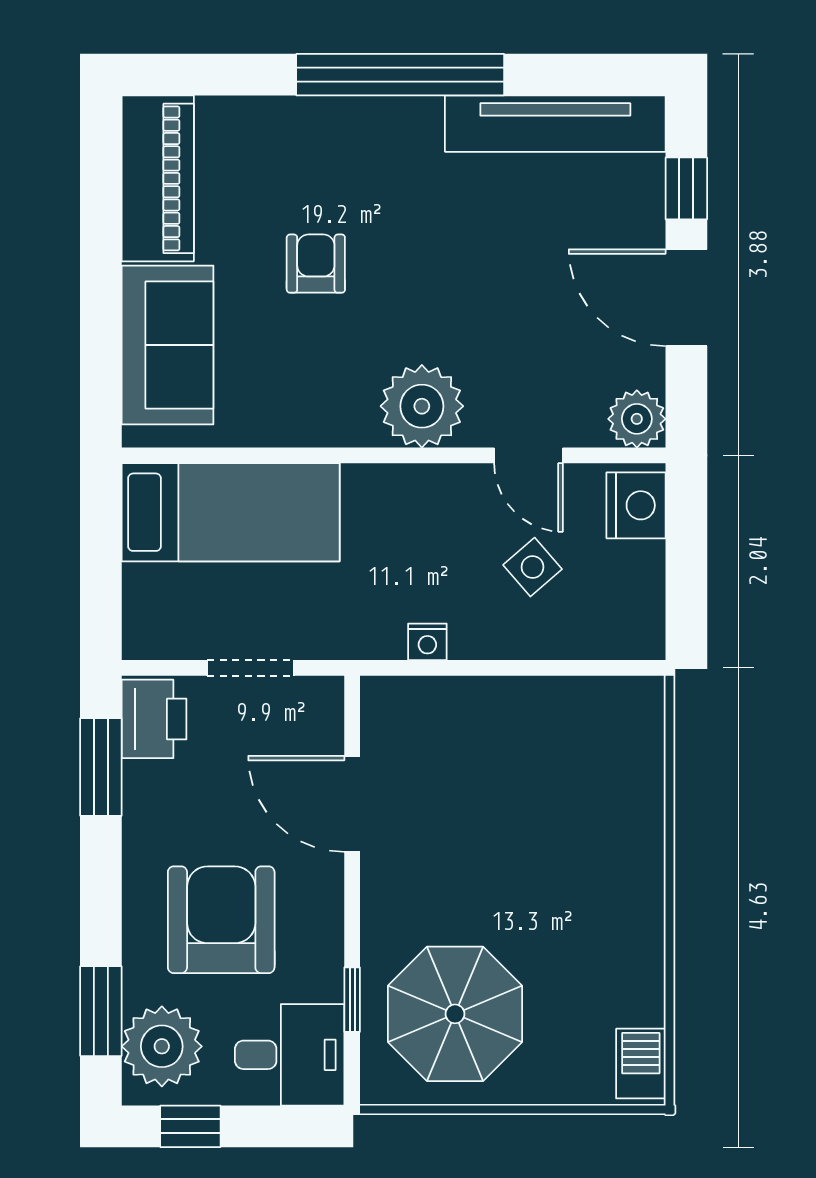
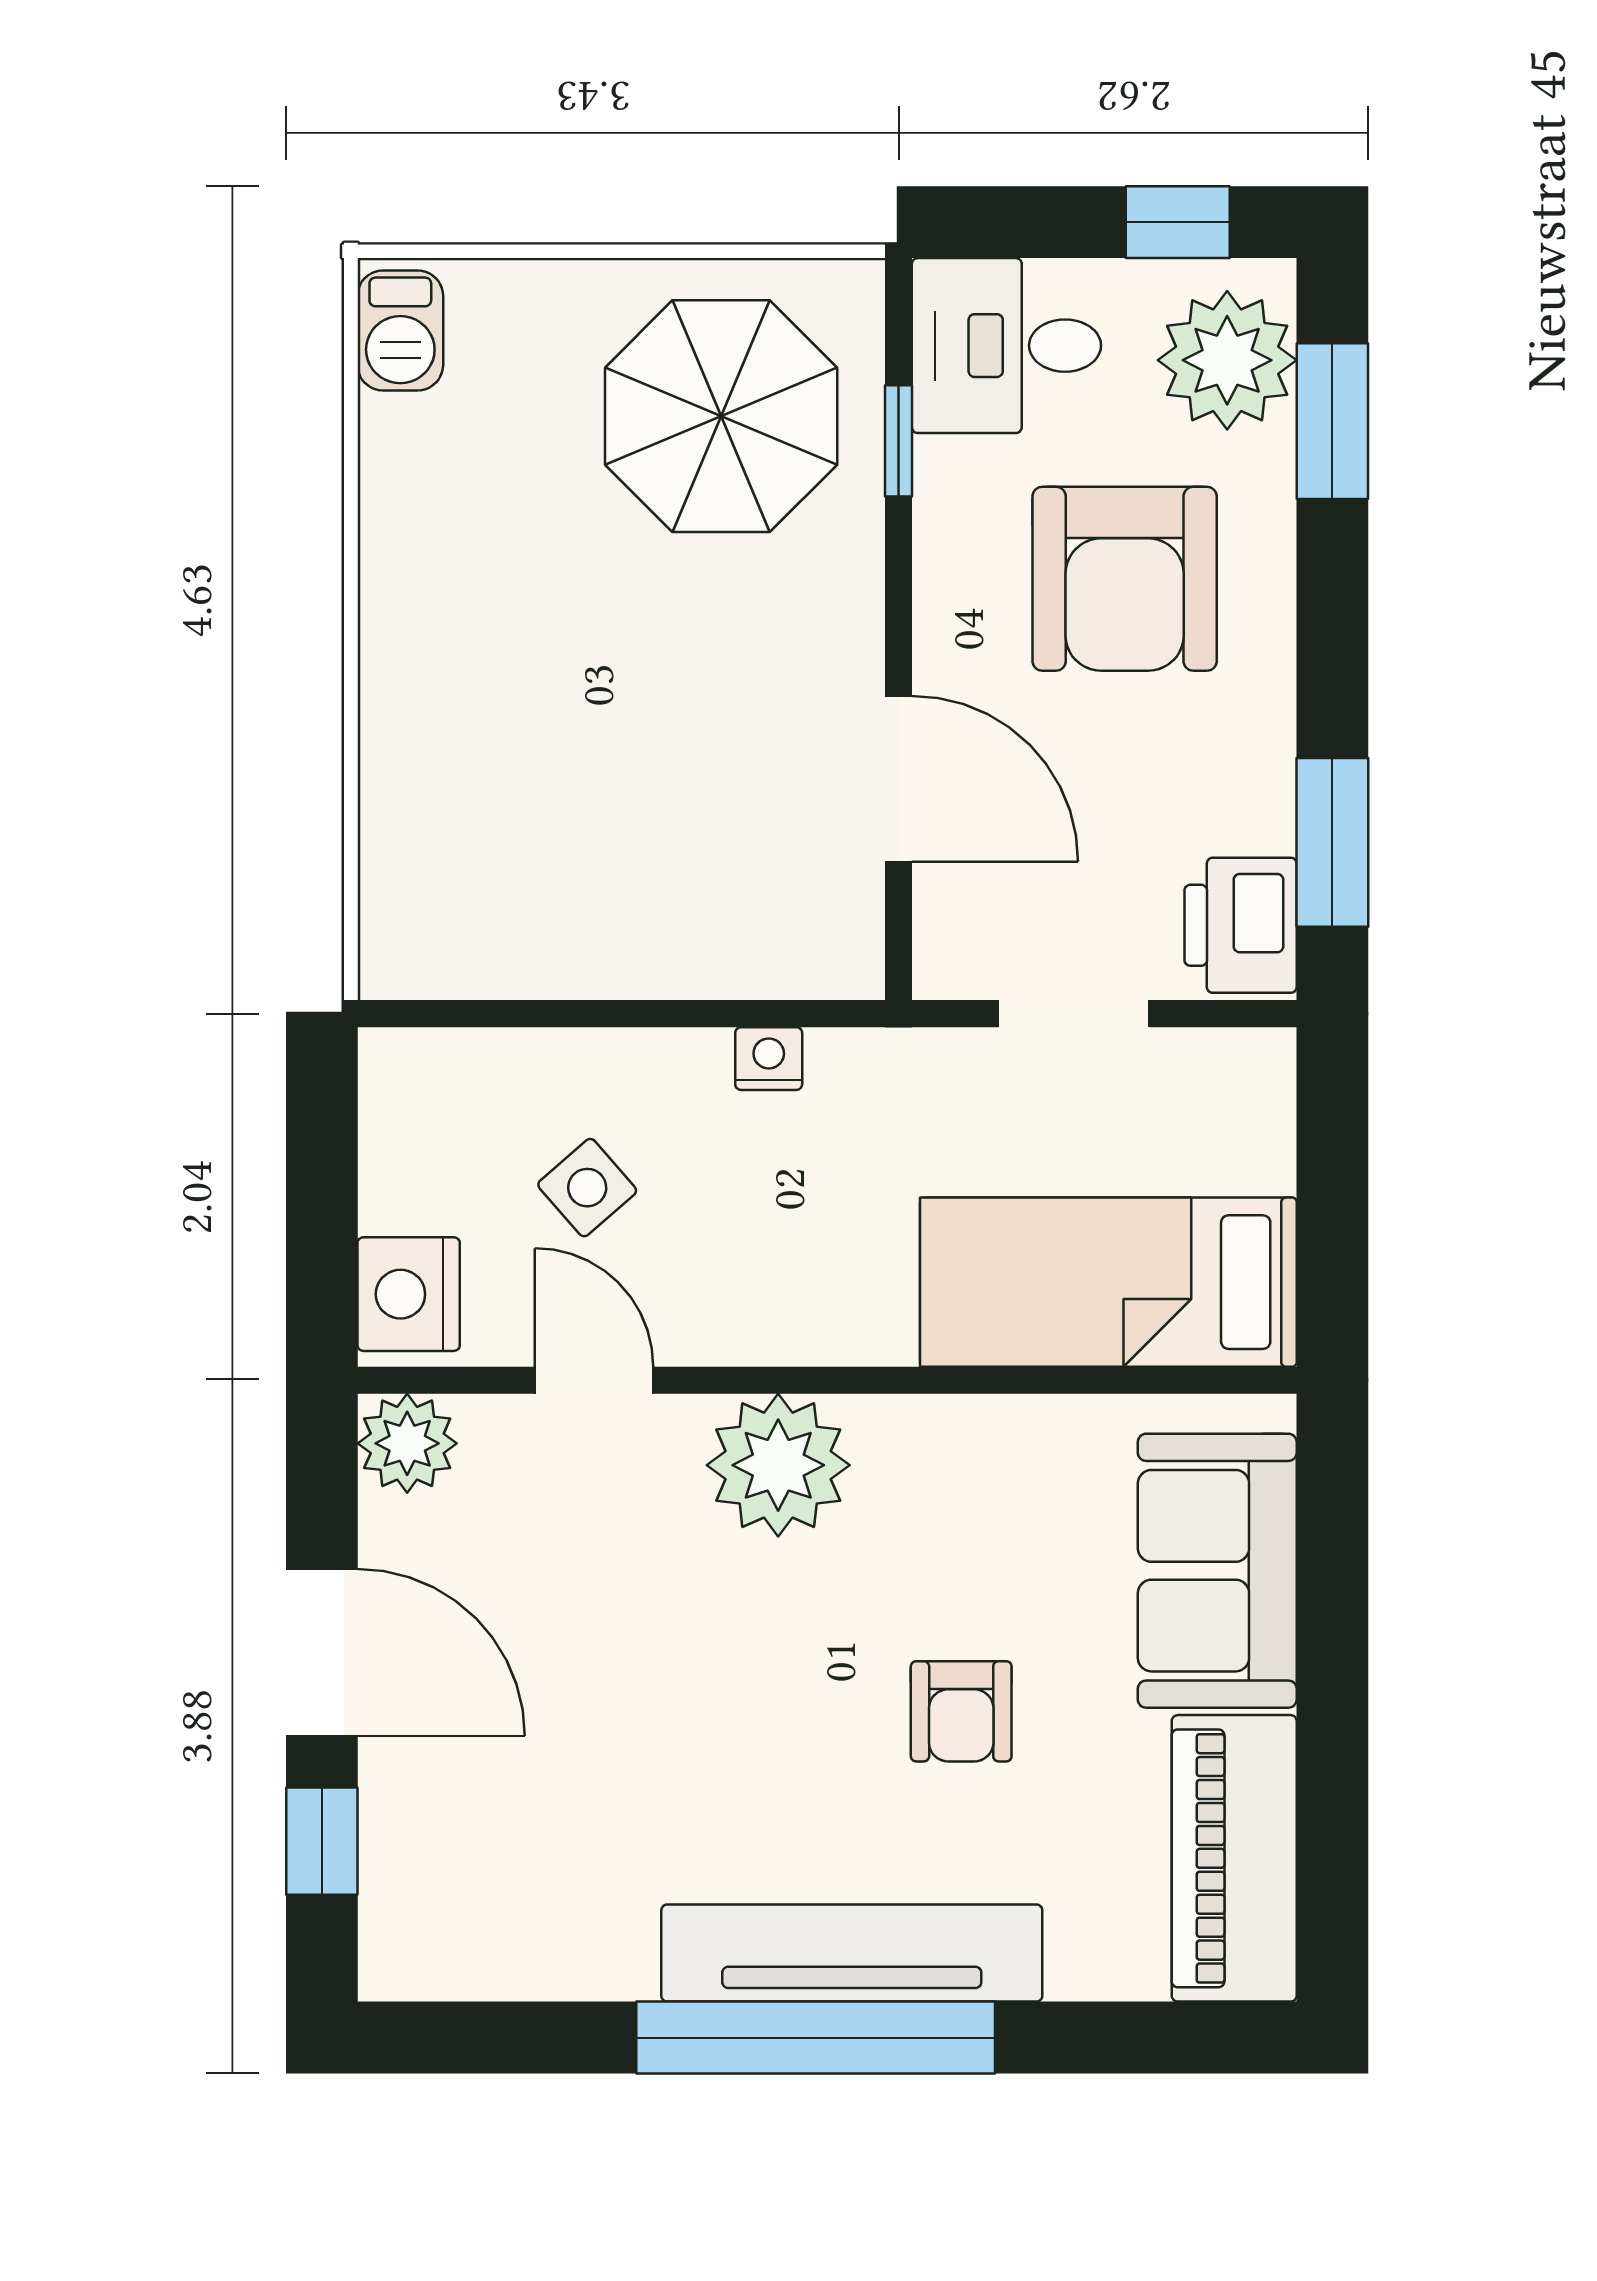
tv unit: (555, 124) -> (852, 1953), moved

